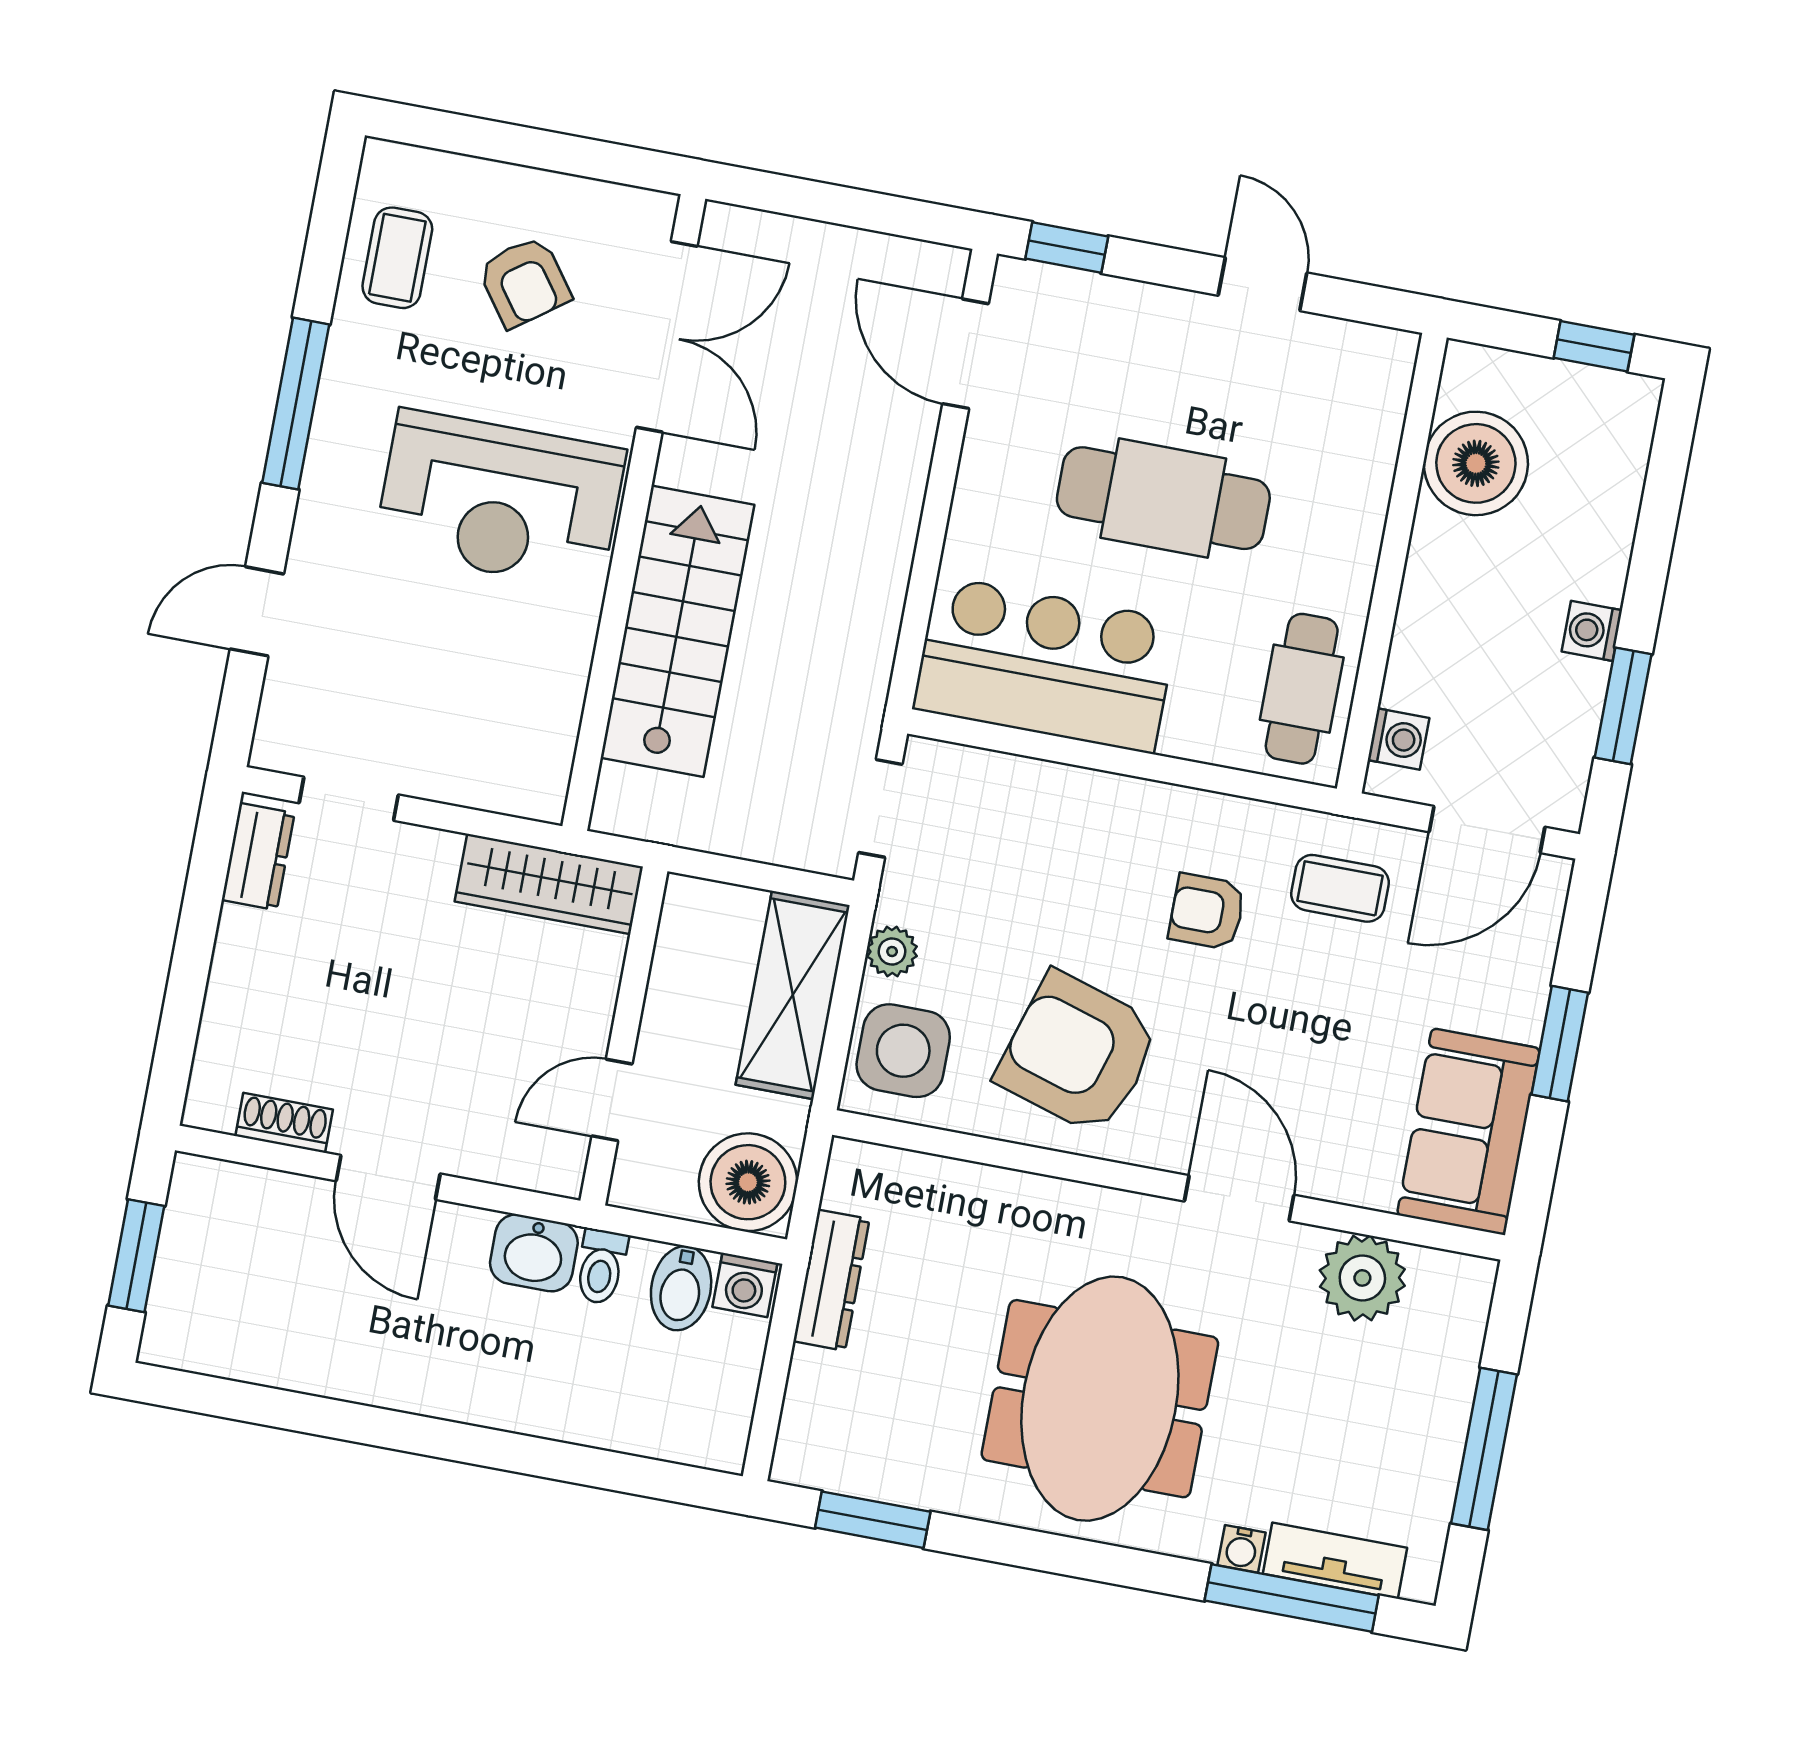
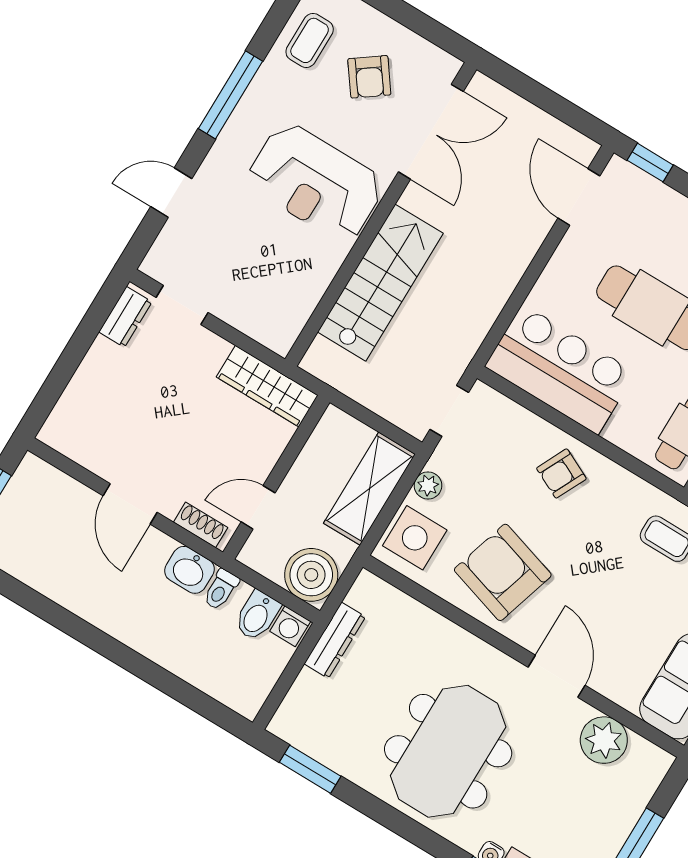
armchair: (1207, 912) -> (561, 473), moved, turned -64
shoe rack: (284, 1123) -> (201, 525), moved

